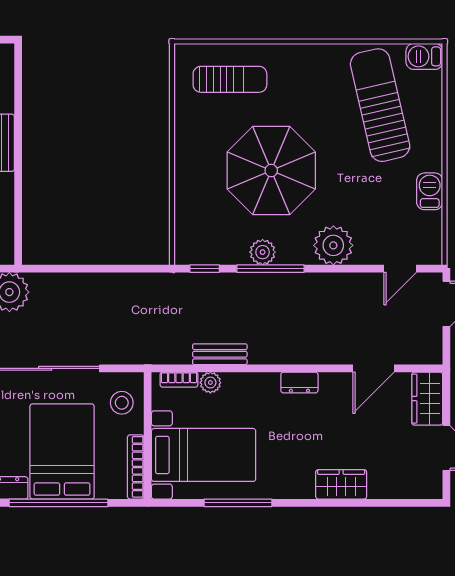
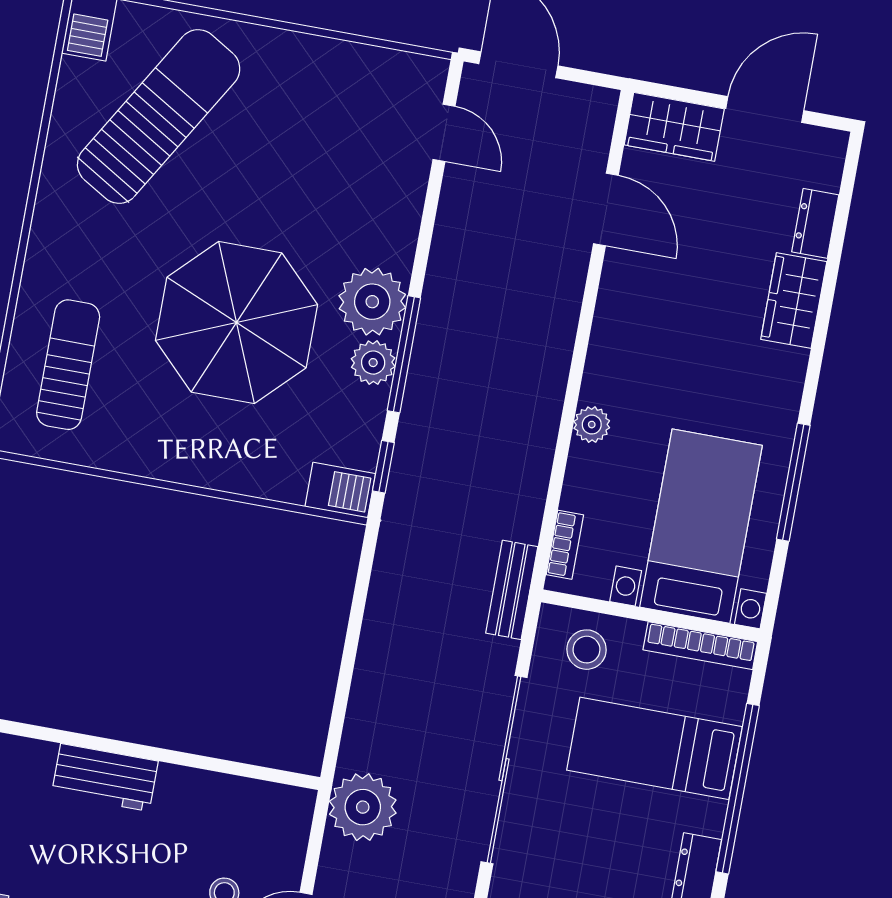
sun lounger: (380, 105) -> (159, 116), turned 134
barbecue: (430, 191) -> (340, 490), moved, turned 180
plant: (333, 245) -> (372, 302), moved
bench: (220, 354) -> (512, 590), moved
dresser: (299, 382) -> (815, 223), moved, turned 180
plant: (210, 383) -> (592, 425), moved
bed: (62, 451) -> (654, 748), width x0.67

